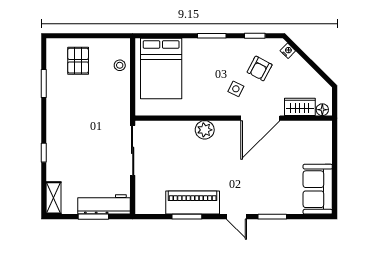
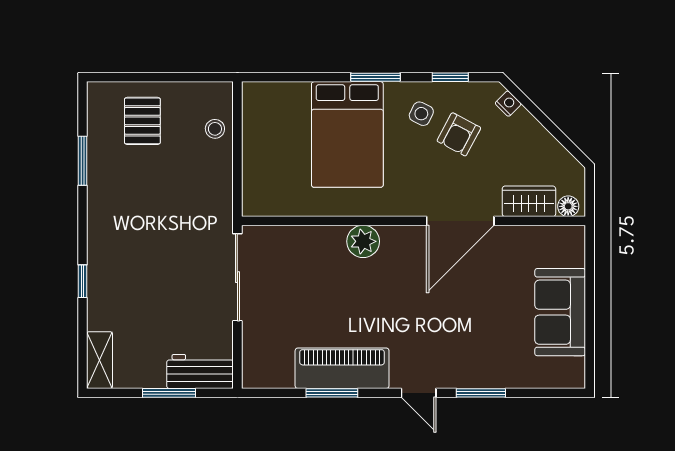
bed: (161, 68) -> (347, 134), moved
side table: (236, 89) -> (421, 114), moved
sofa: (318, 189) -> (560, 312), moved
workbench: (104, 204) -> (200, 371), width x0.73

